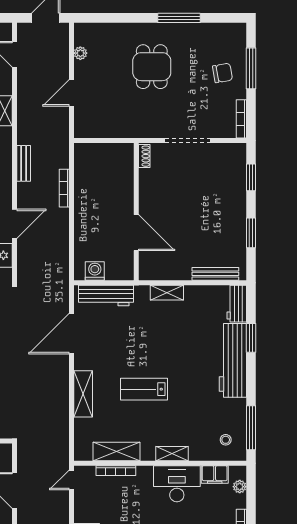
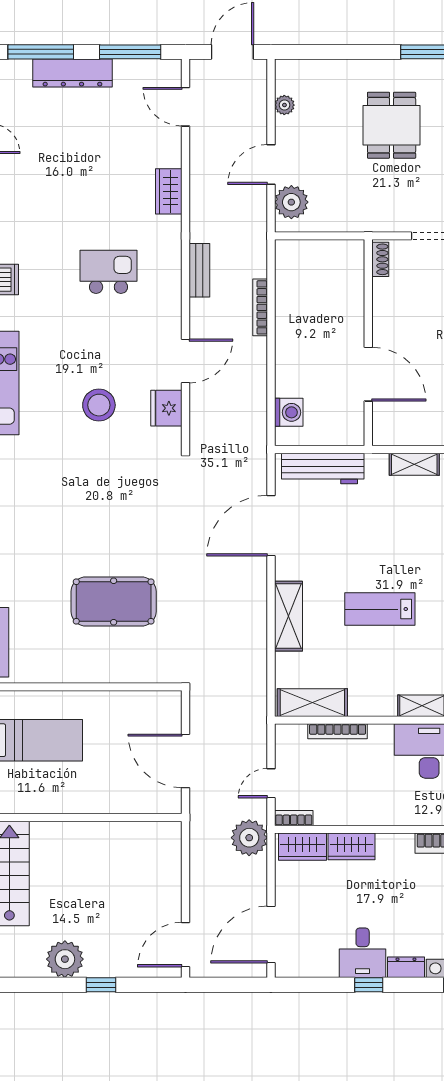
plant: (85, 118) -> (291, 202), added
washing machine: (95, 271) -> (289, 412), moved, turned 90
shelving: (116, 451) -> (312, 703), moved
door: (71, 480) -> (271, 783), moved

